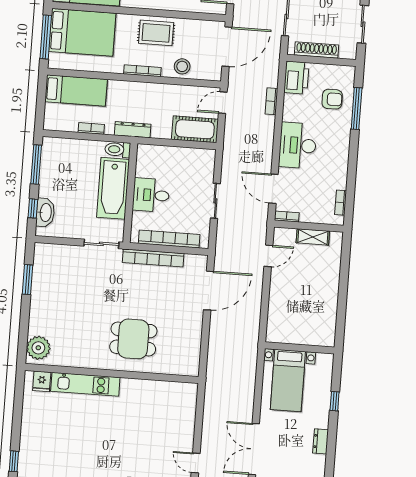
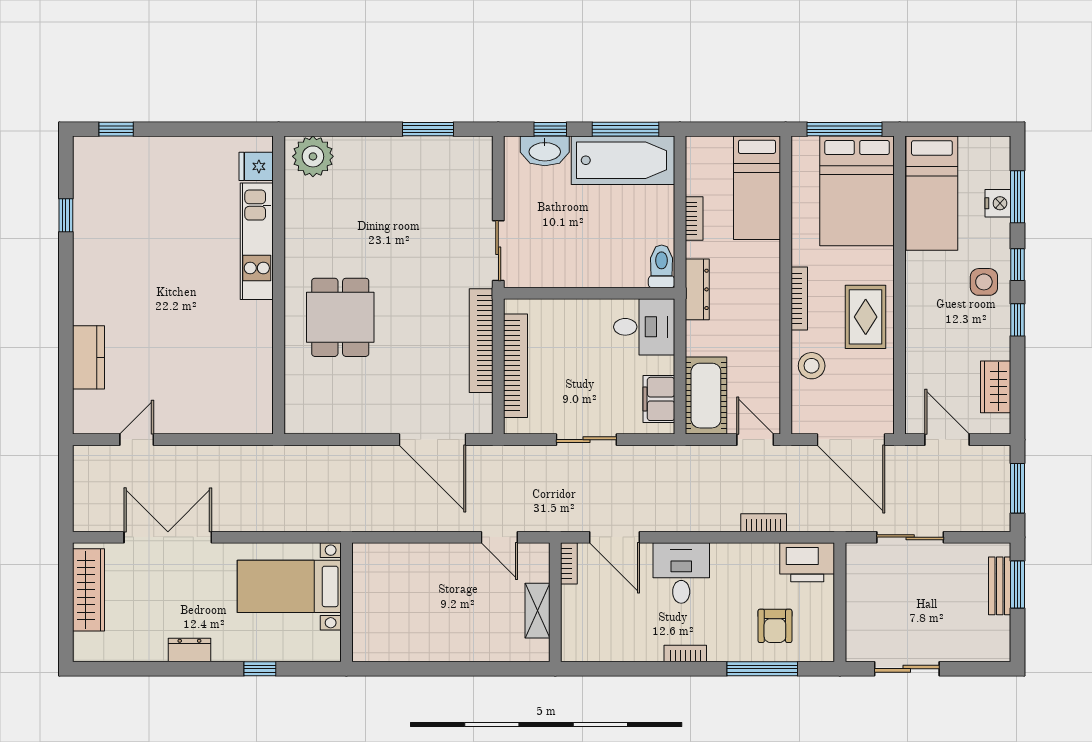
shoe rack: (317, 50) -> (857, 593), removed
desk: (298, 145) -> (681, 573), width x0.73
filing cabinet: (195, 157) -> (659, 399), added
bathtub: (113, 188) -> (623, 160), moved, turned 180
door: (273, 189) -> (615, 537), swing flipped
desk: (151, 195) -> (644, 327), moved, turned 90
bookcase: (341, 203) -> (685, 654), moved

